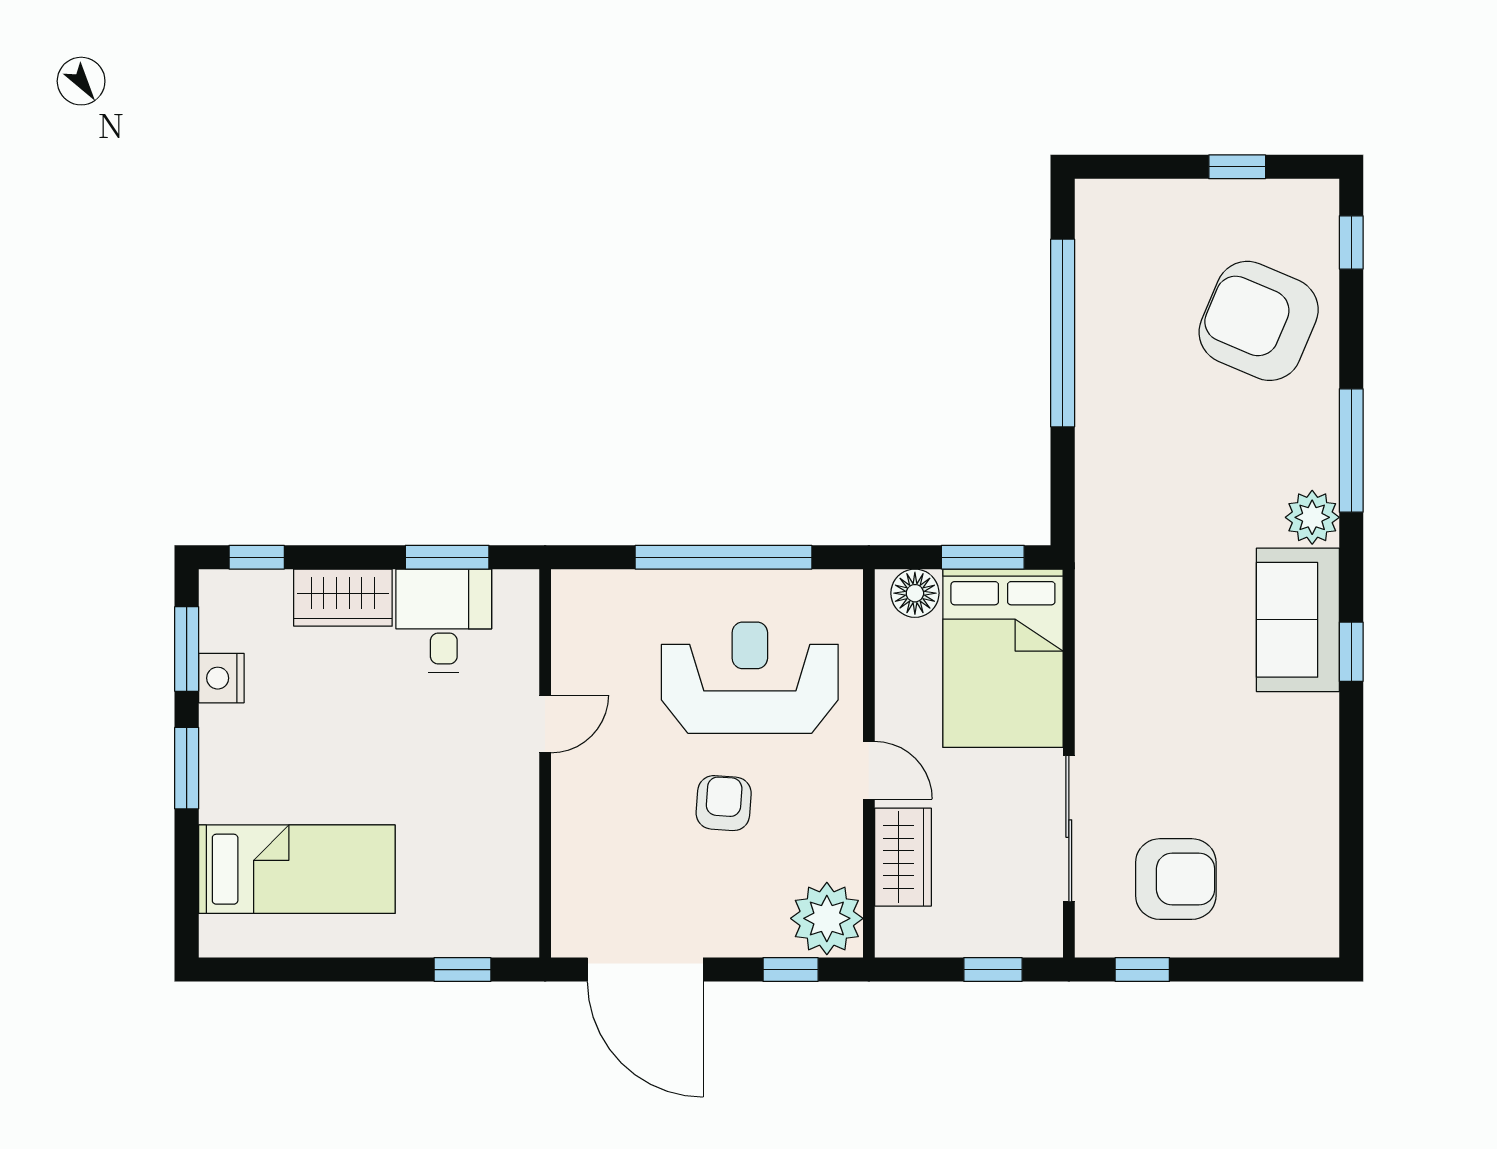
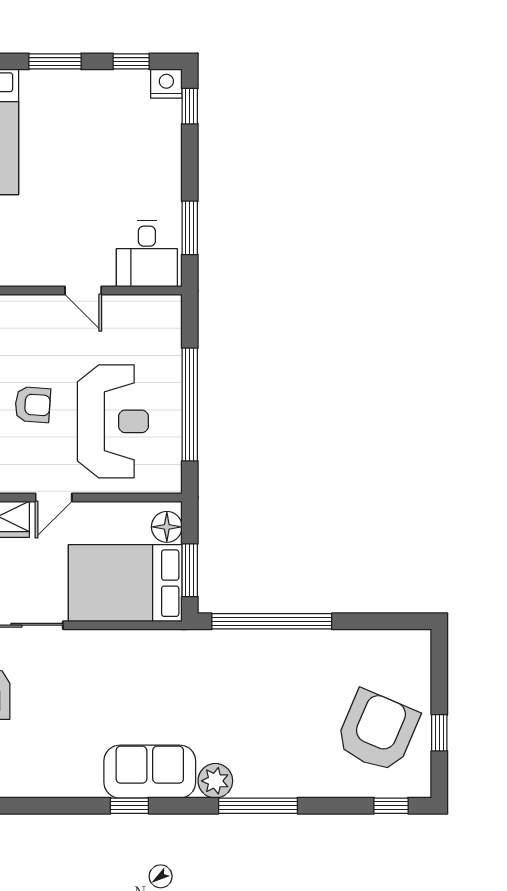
armchair: (1259, 321) -> (377, 731), moved
window: (1063, 333) -> (272, 621), moved
wardrobe: (343, 598) -> (164, 161), removed
desk: (444, 621) -> (147, 254), moved, turned 90
window: (187, 649) -> (131, 61), width x0.67
nightstand: (221, 678) -> (166, 84), moved

